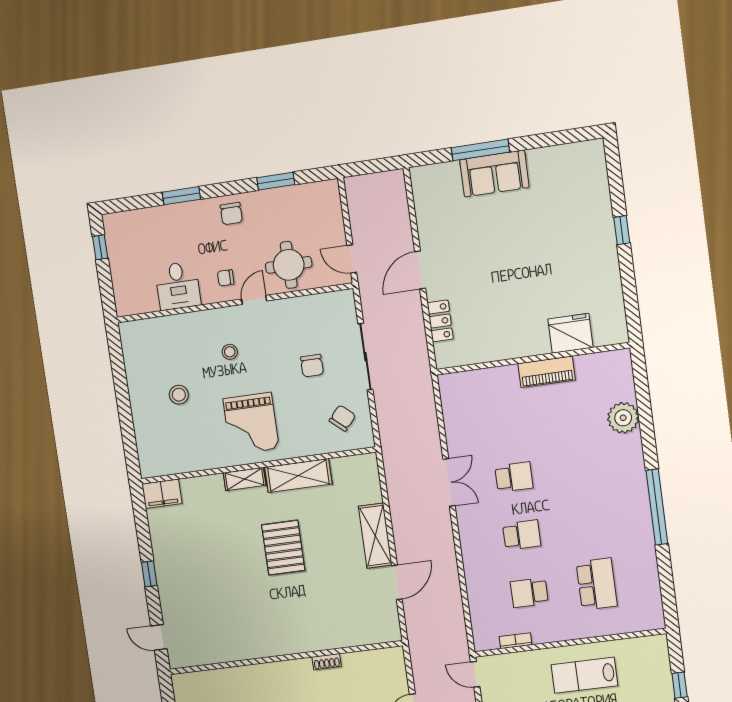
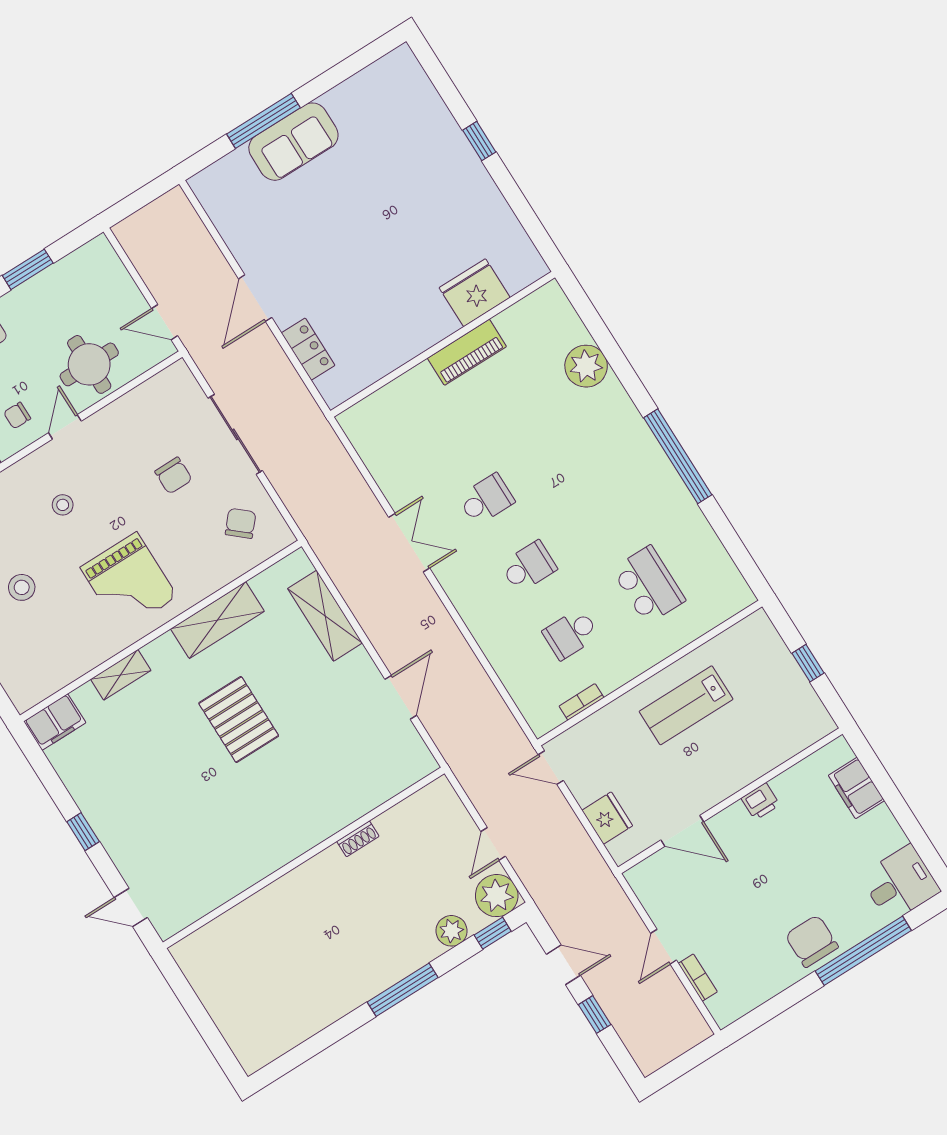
shelving: (245, 479) -> (121, 675), moved
shelving: (375, 536) -> (325, 616), moved

